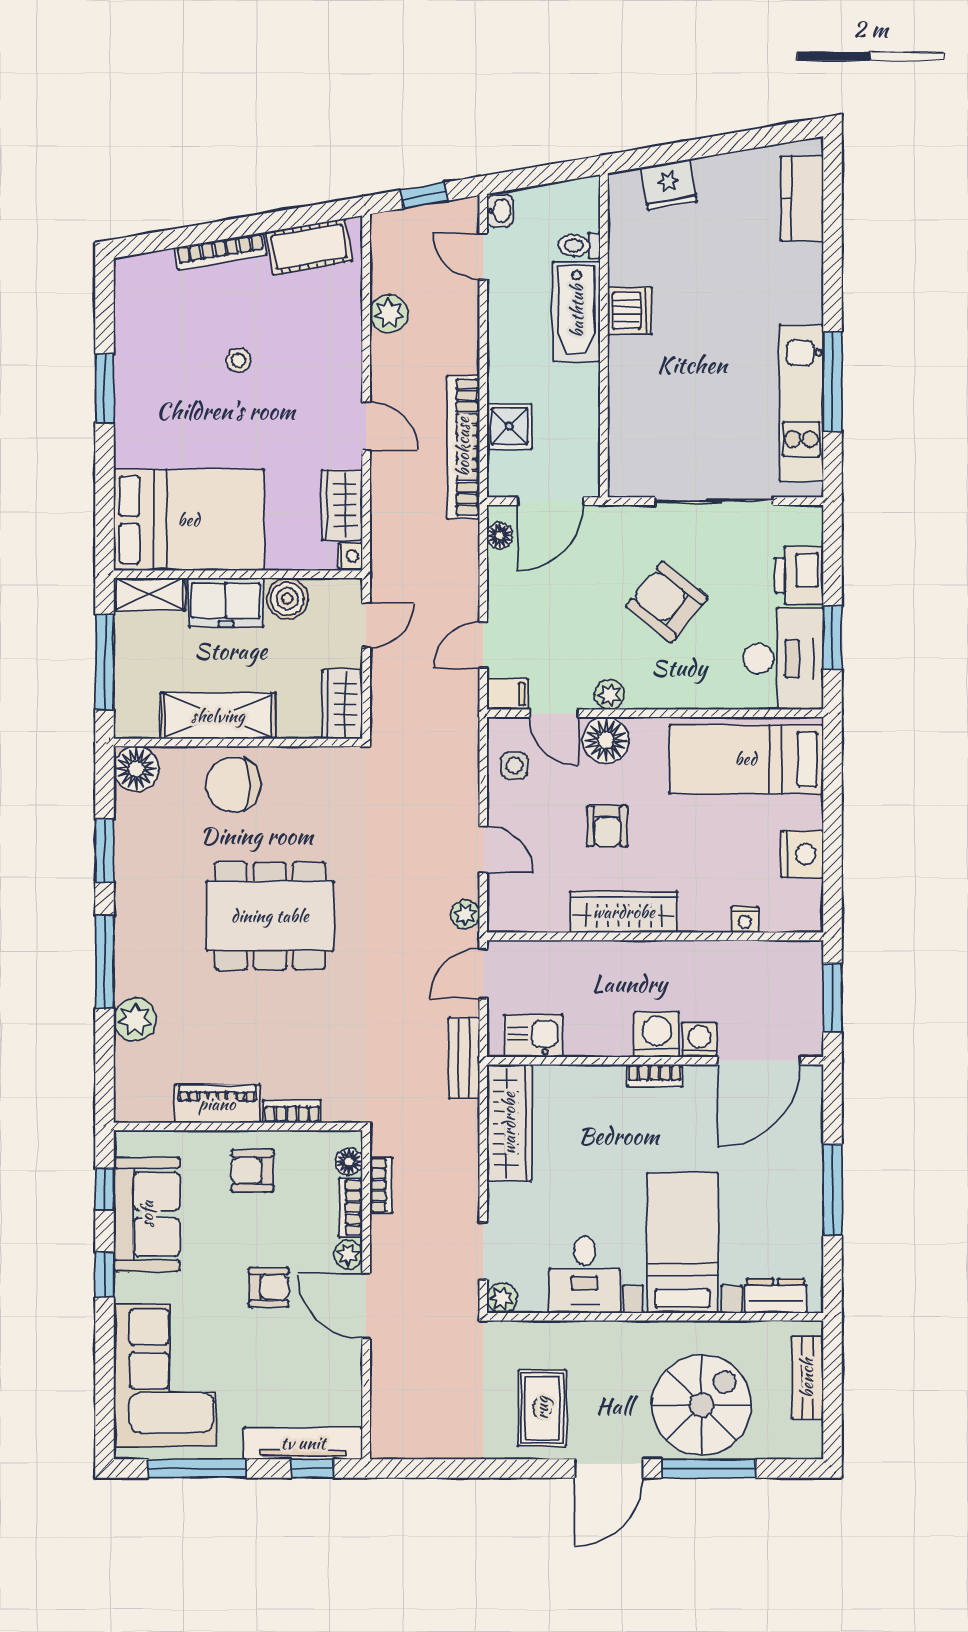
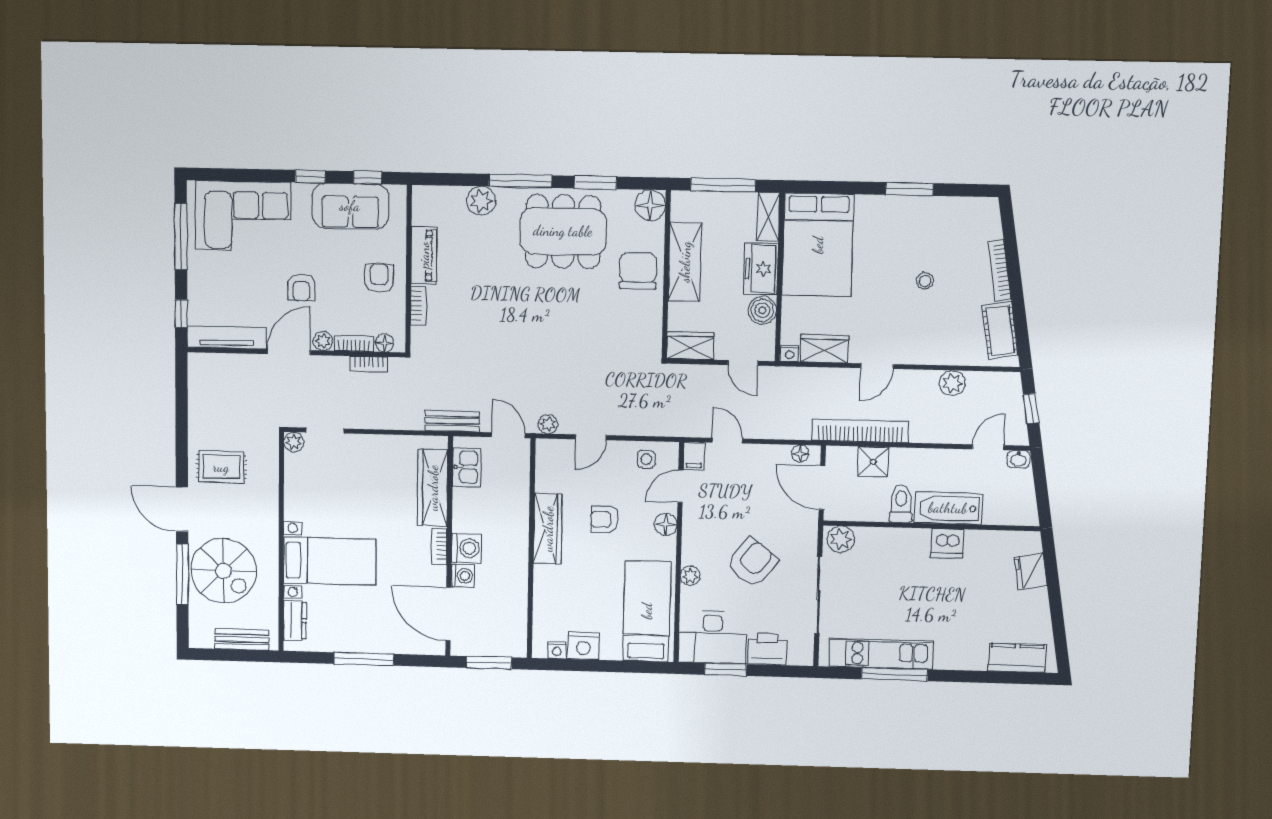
toilet: (579, 245) -> (901, 504), moved, width x1.37, depth x1.39
plant: (628, 470) -> (841, 539), added
plant: (609, 695) -> (690, 576), moved
floor lamp: (606, 740) -> (666, 524), width x0.73, depth x0.73
dining table: (270, 916) -> (563, 231), moved, turned 90
nightstand: (745, 920) -> (557, 650), moved, turned -90
wardrobe: (509, 1123) -> (433, 488), moved, turned 90
desk: (585, 1275) -> (309, 497), removed
tv unit: (303, 1443) -> (227, 337), moved, turned -90

